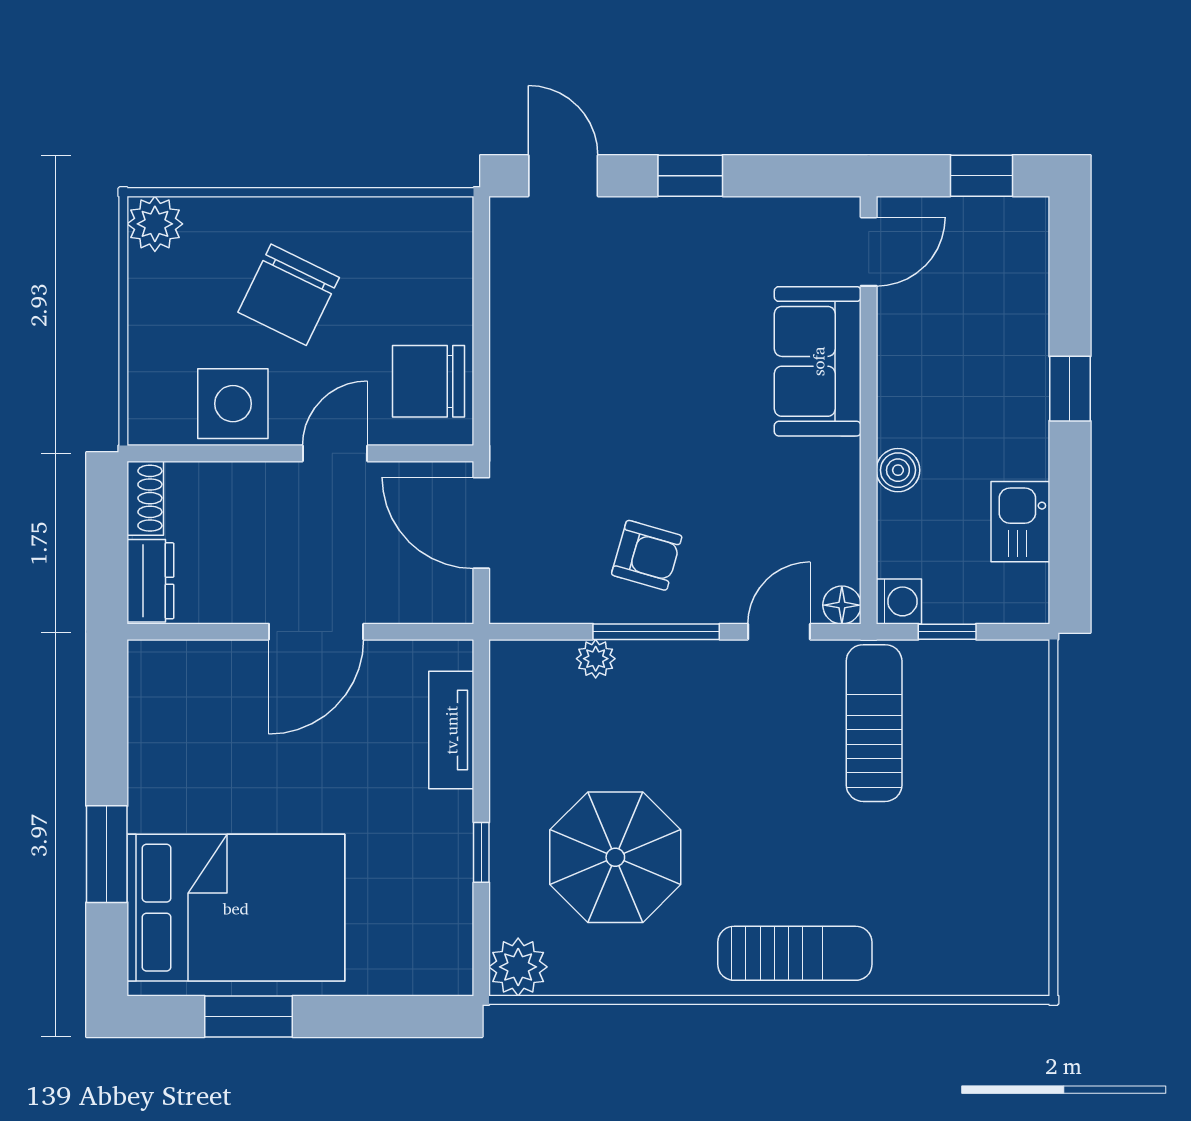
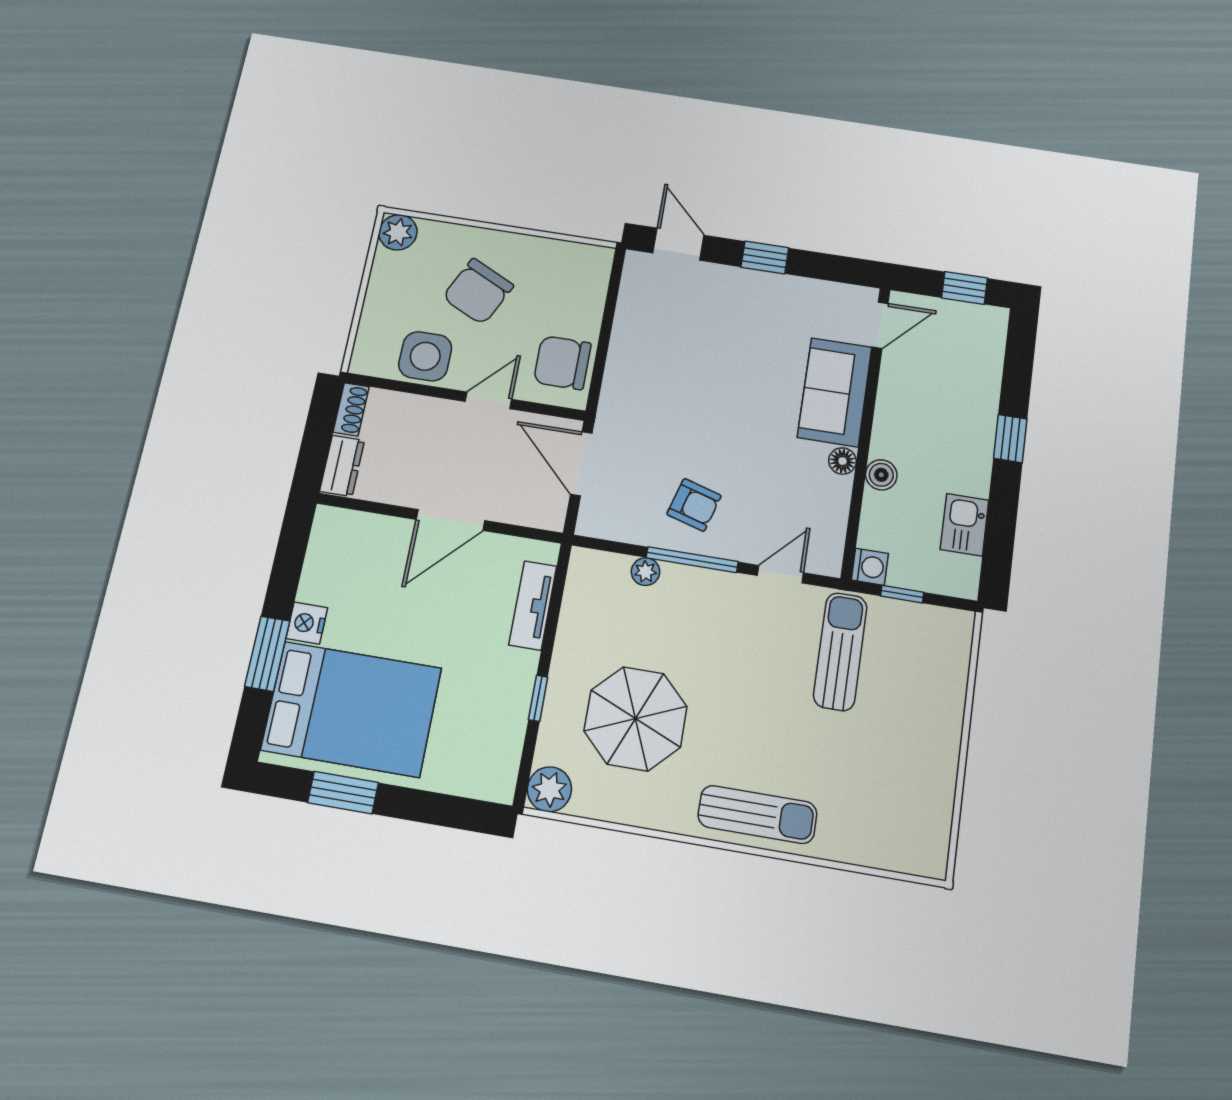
floor lamp: (842, 605) -> (842, 461), moved
nightstand: (151, 805) -> (307, 623), added

